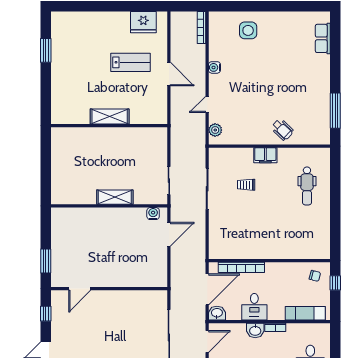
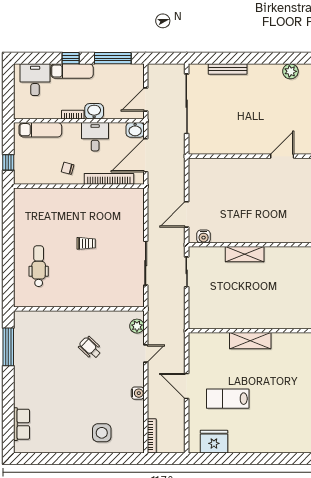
wheelchair: (282, 130) -> (90, 348), moved
filing cabinet: (265, 155) -> (83, 299), removed
trolley: (246, 185) -> (86, 243), moved
chair: (315, 276) -> (68, 168), moved

